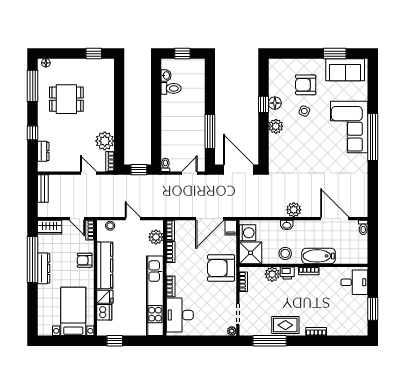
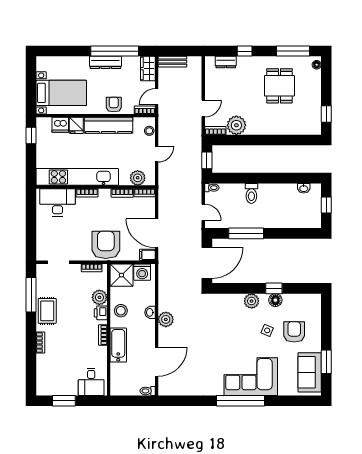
toilet: (171, 88) -> (251, 193), moved
bench: (43, 189) -> (172, 62), moved
plant: (232, 331) -> (41, 256), removed

